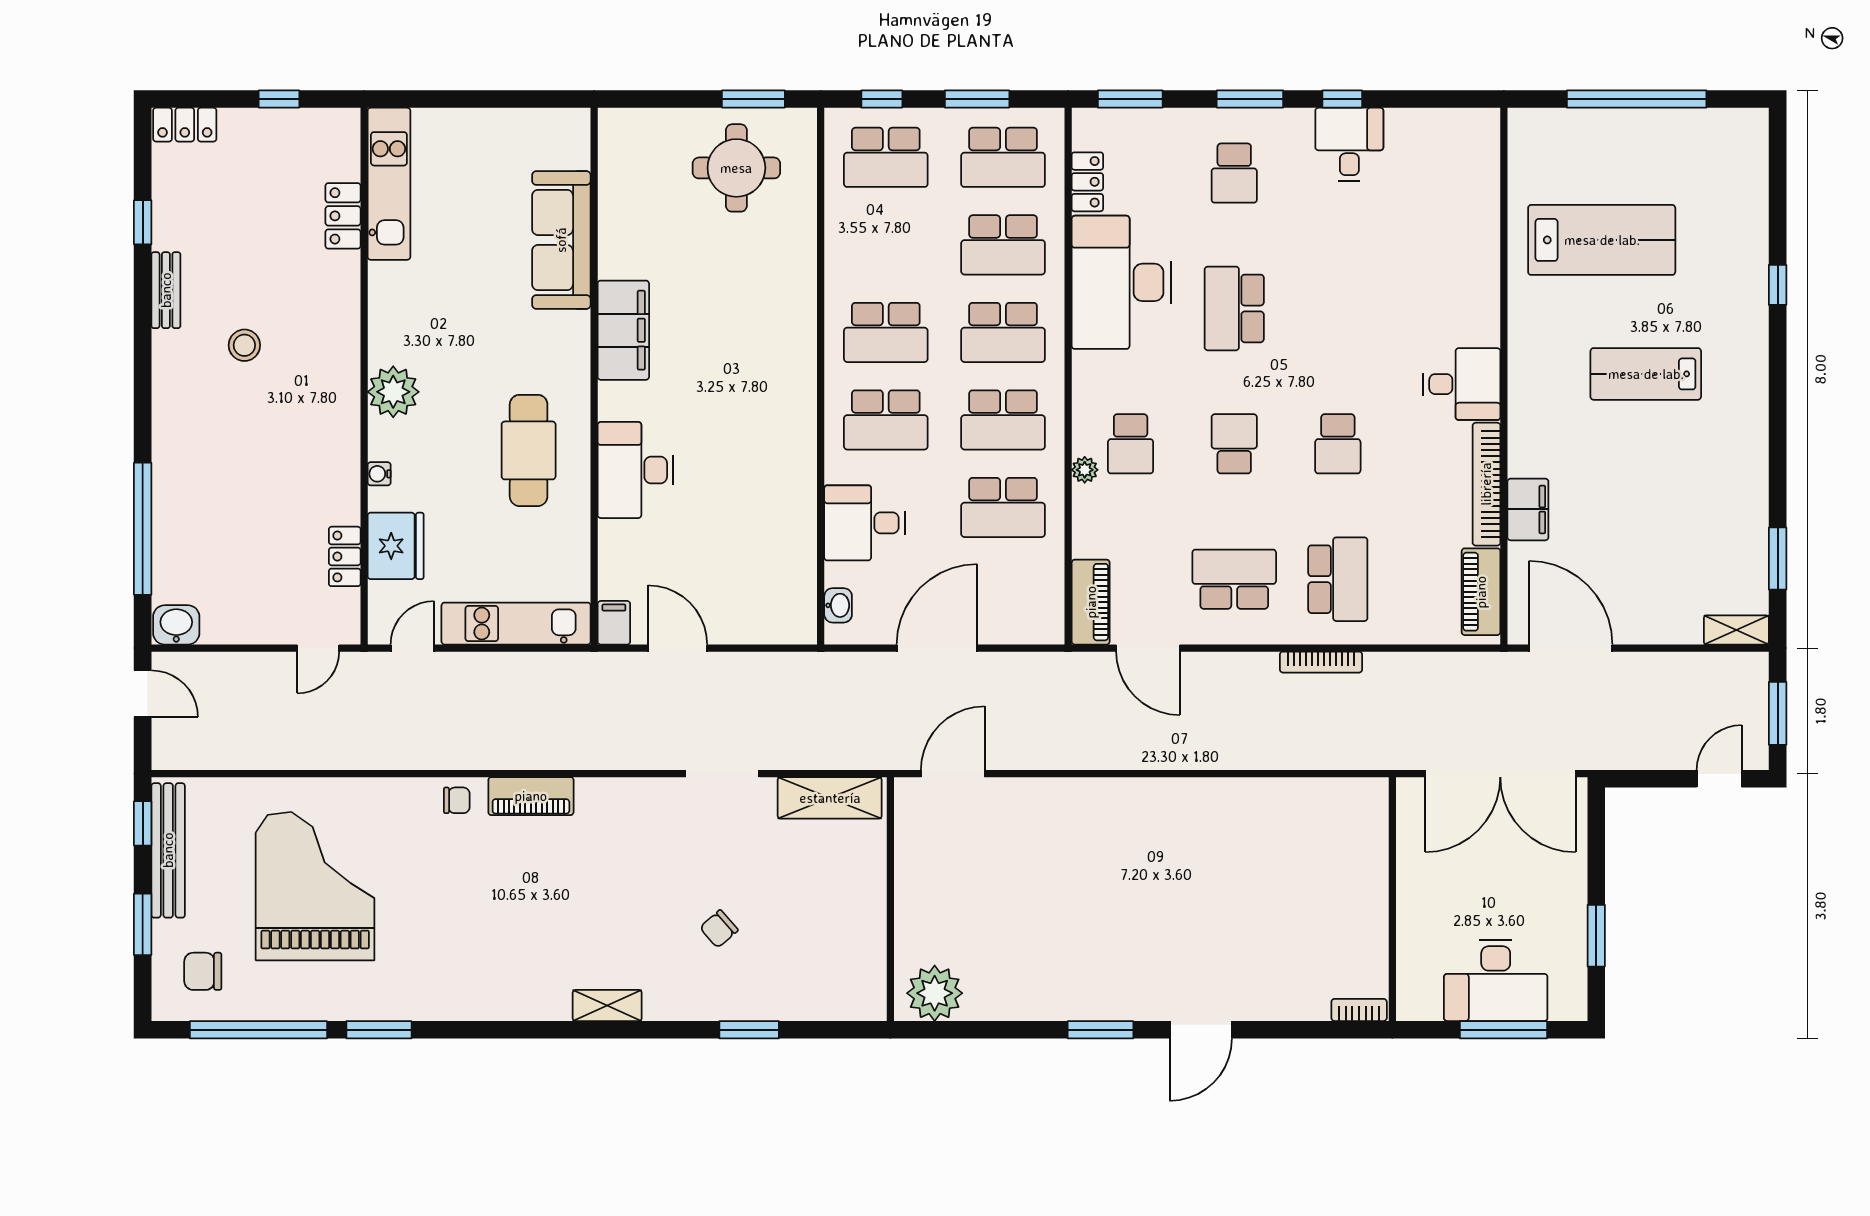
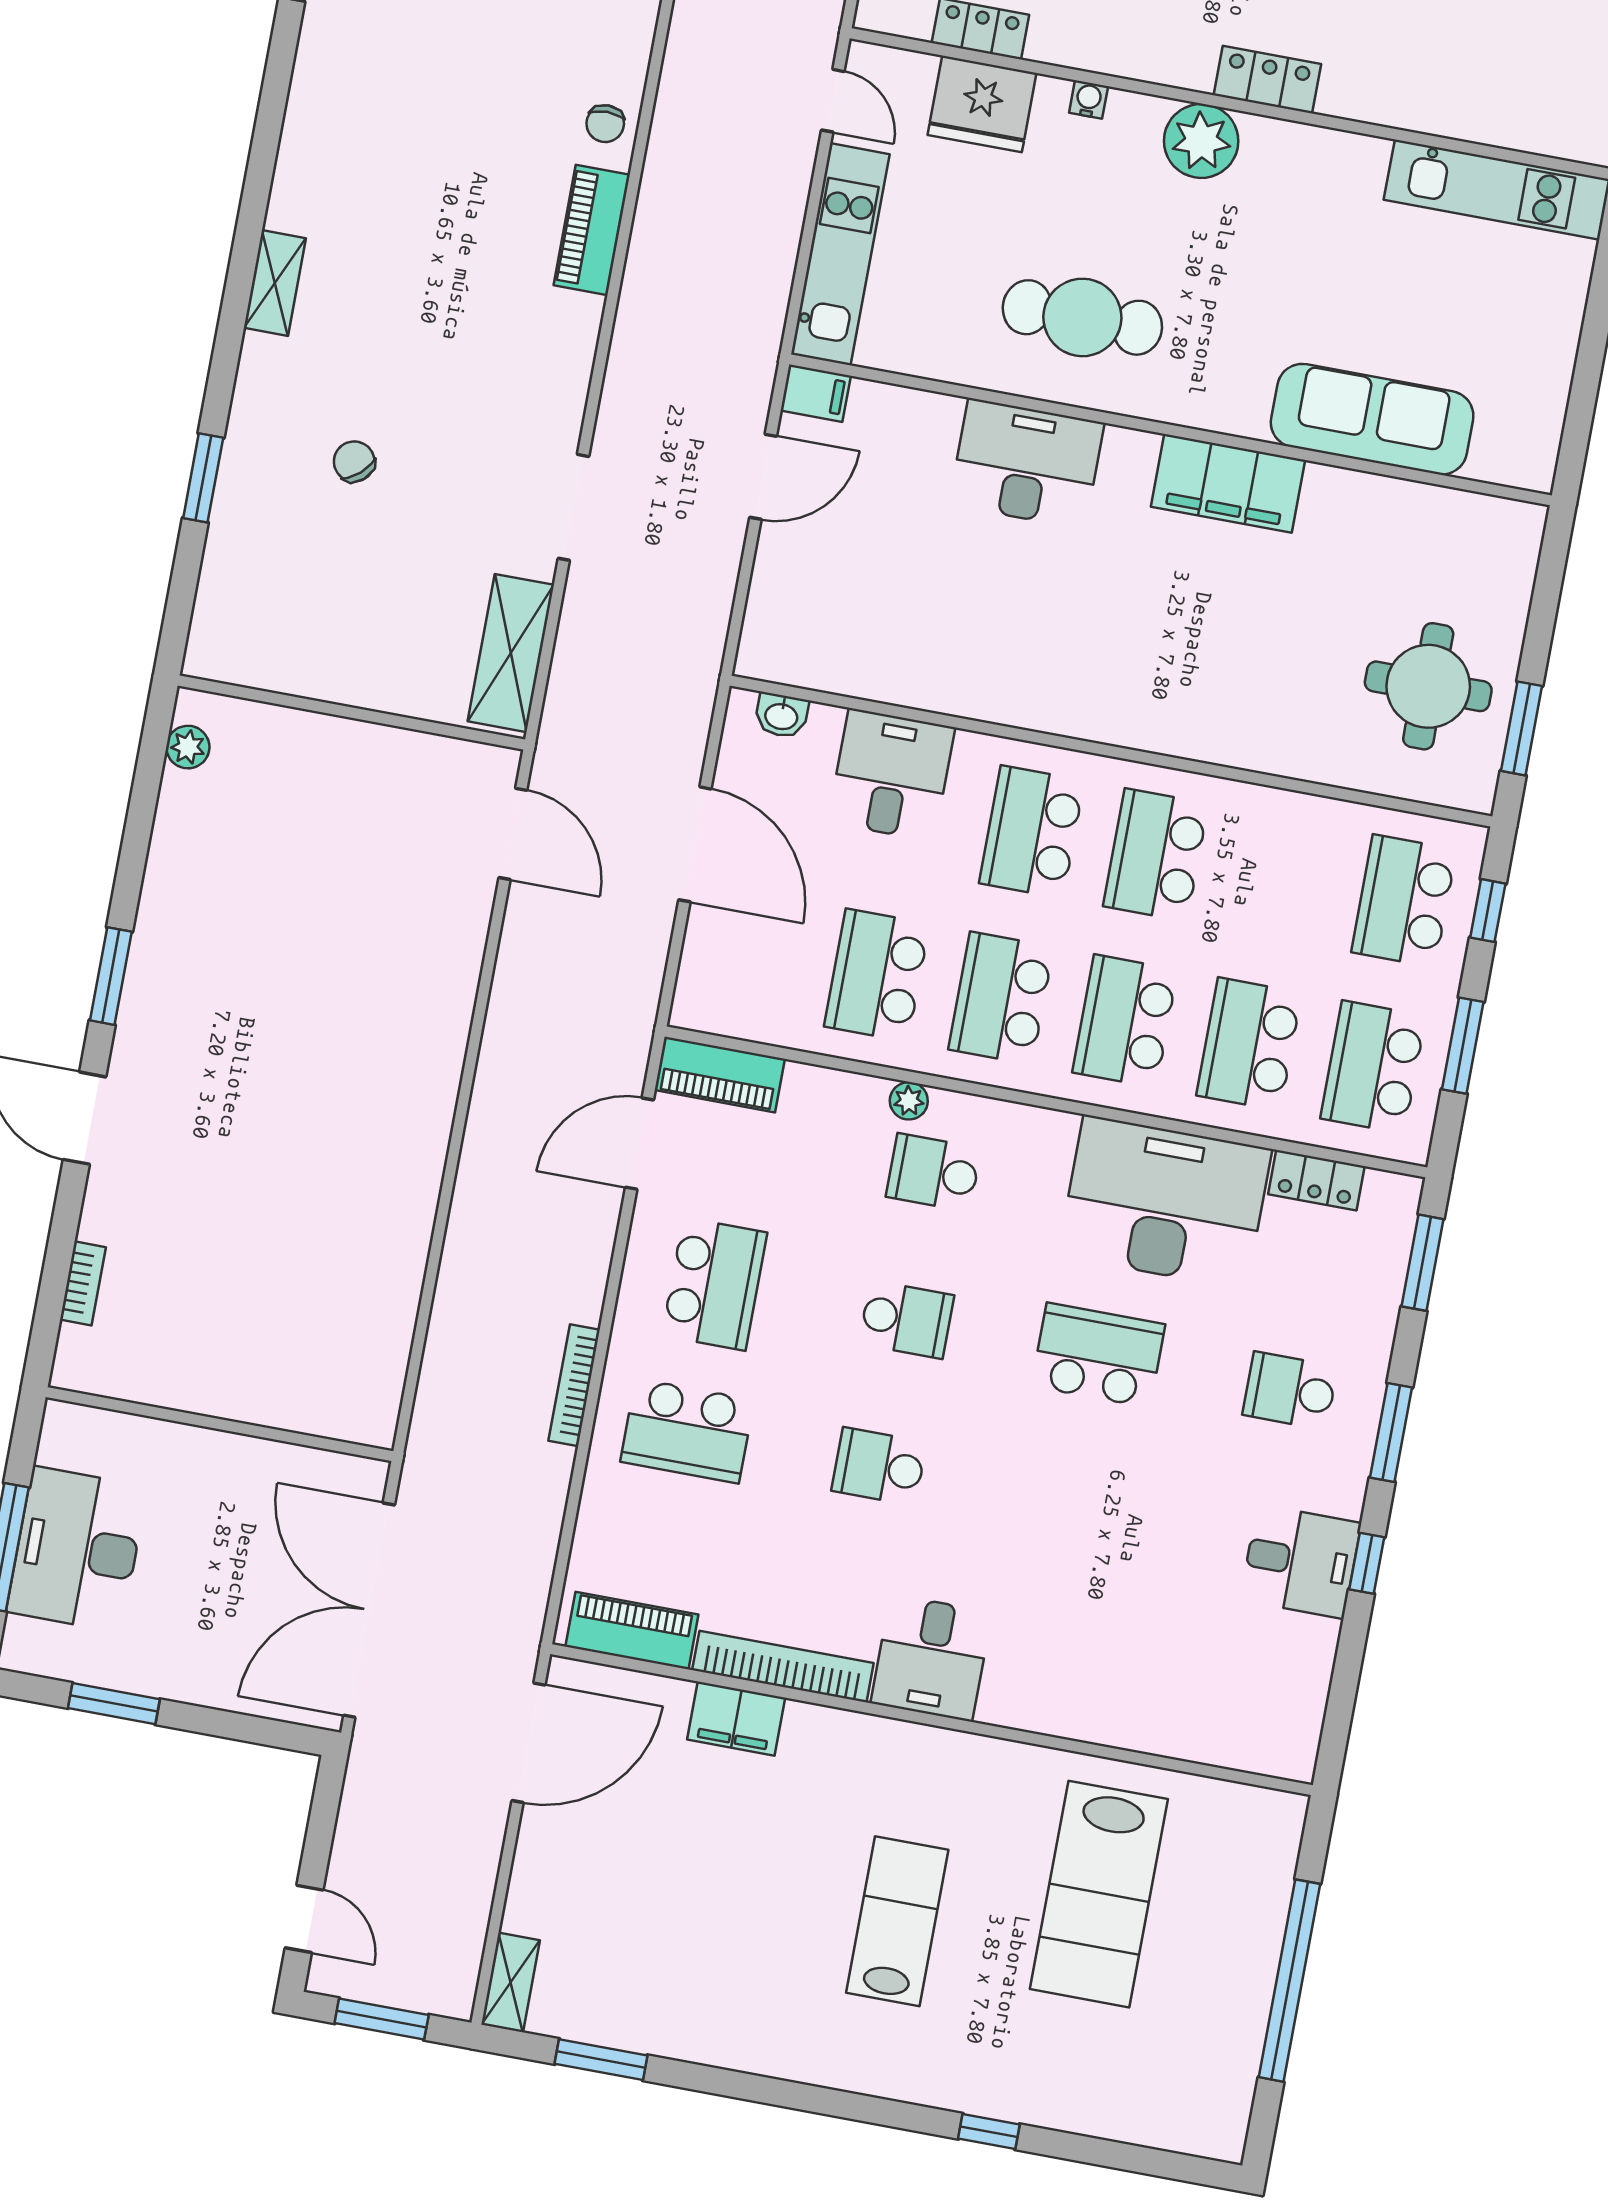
locker: (343, 216) -> (1267, 80), moved
plant: (935, 993) -> (188, 747), width x0.53, depth x0.53
bookcase: (1359, 1010) -> (83, 1283), moved

